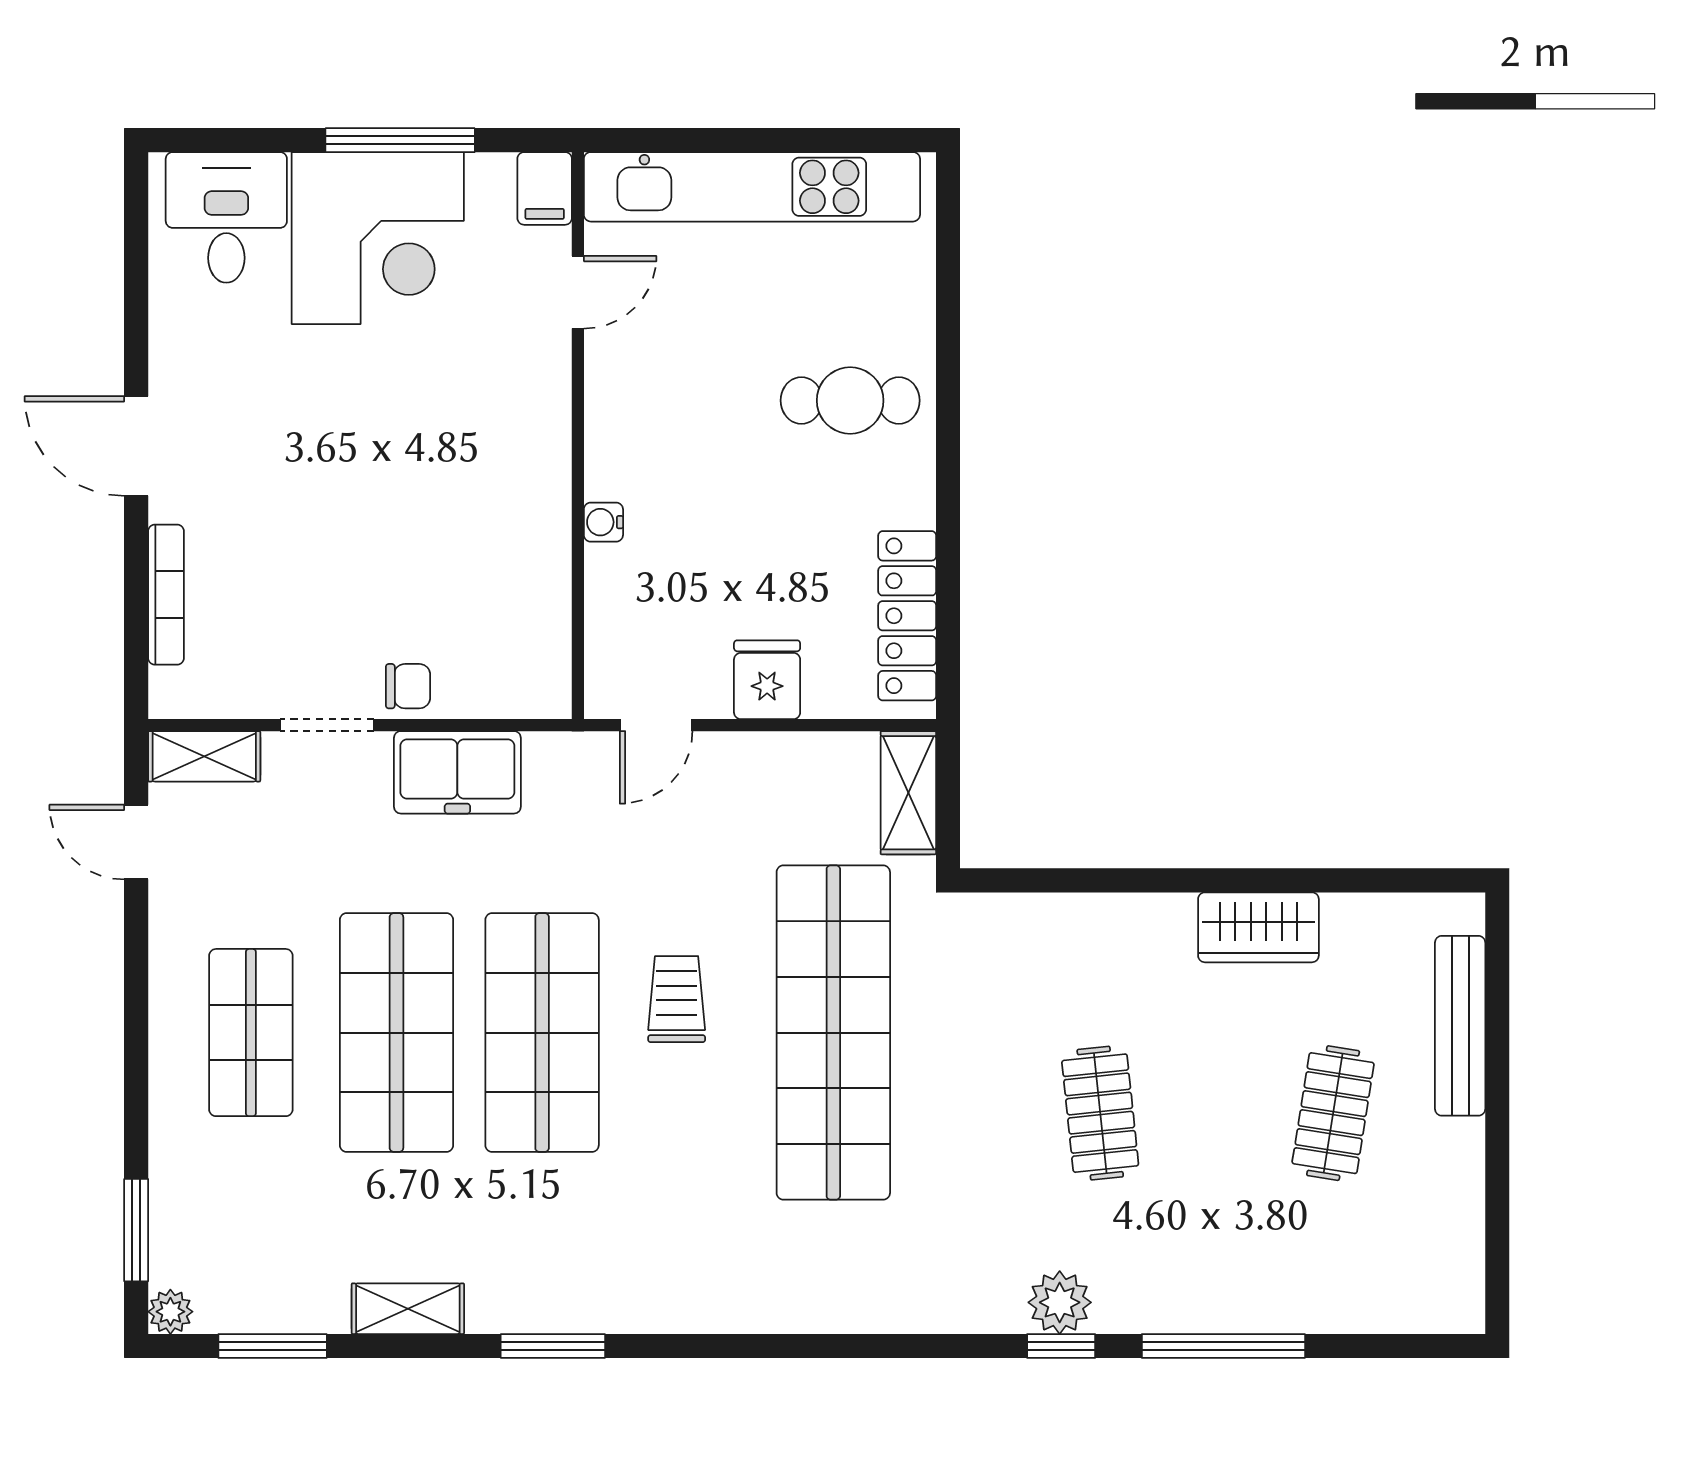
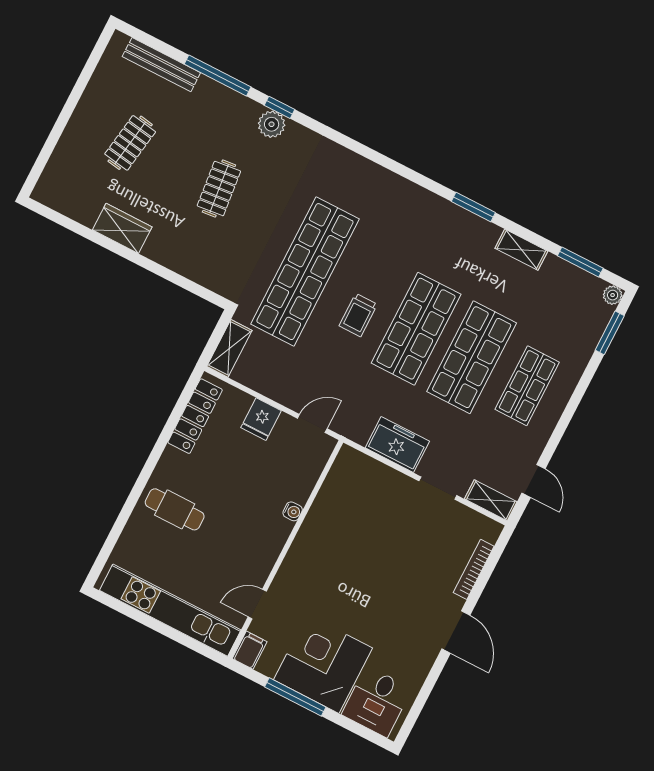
chair: (408, 686) -> (399, 487), removed
bench: (1460, 1026) -> (161, 65), moved, turned 90

